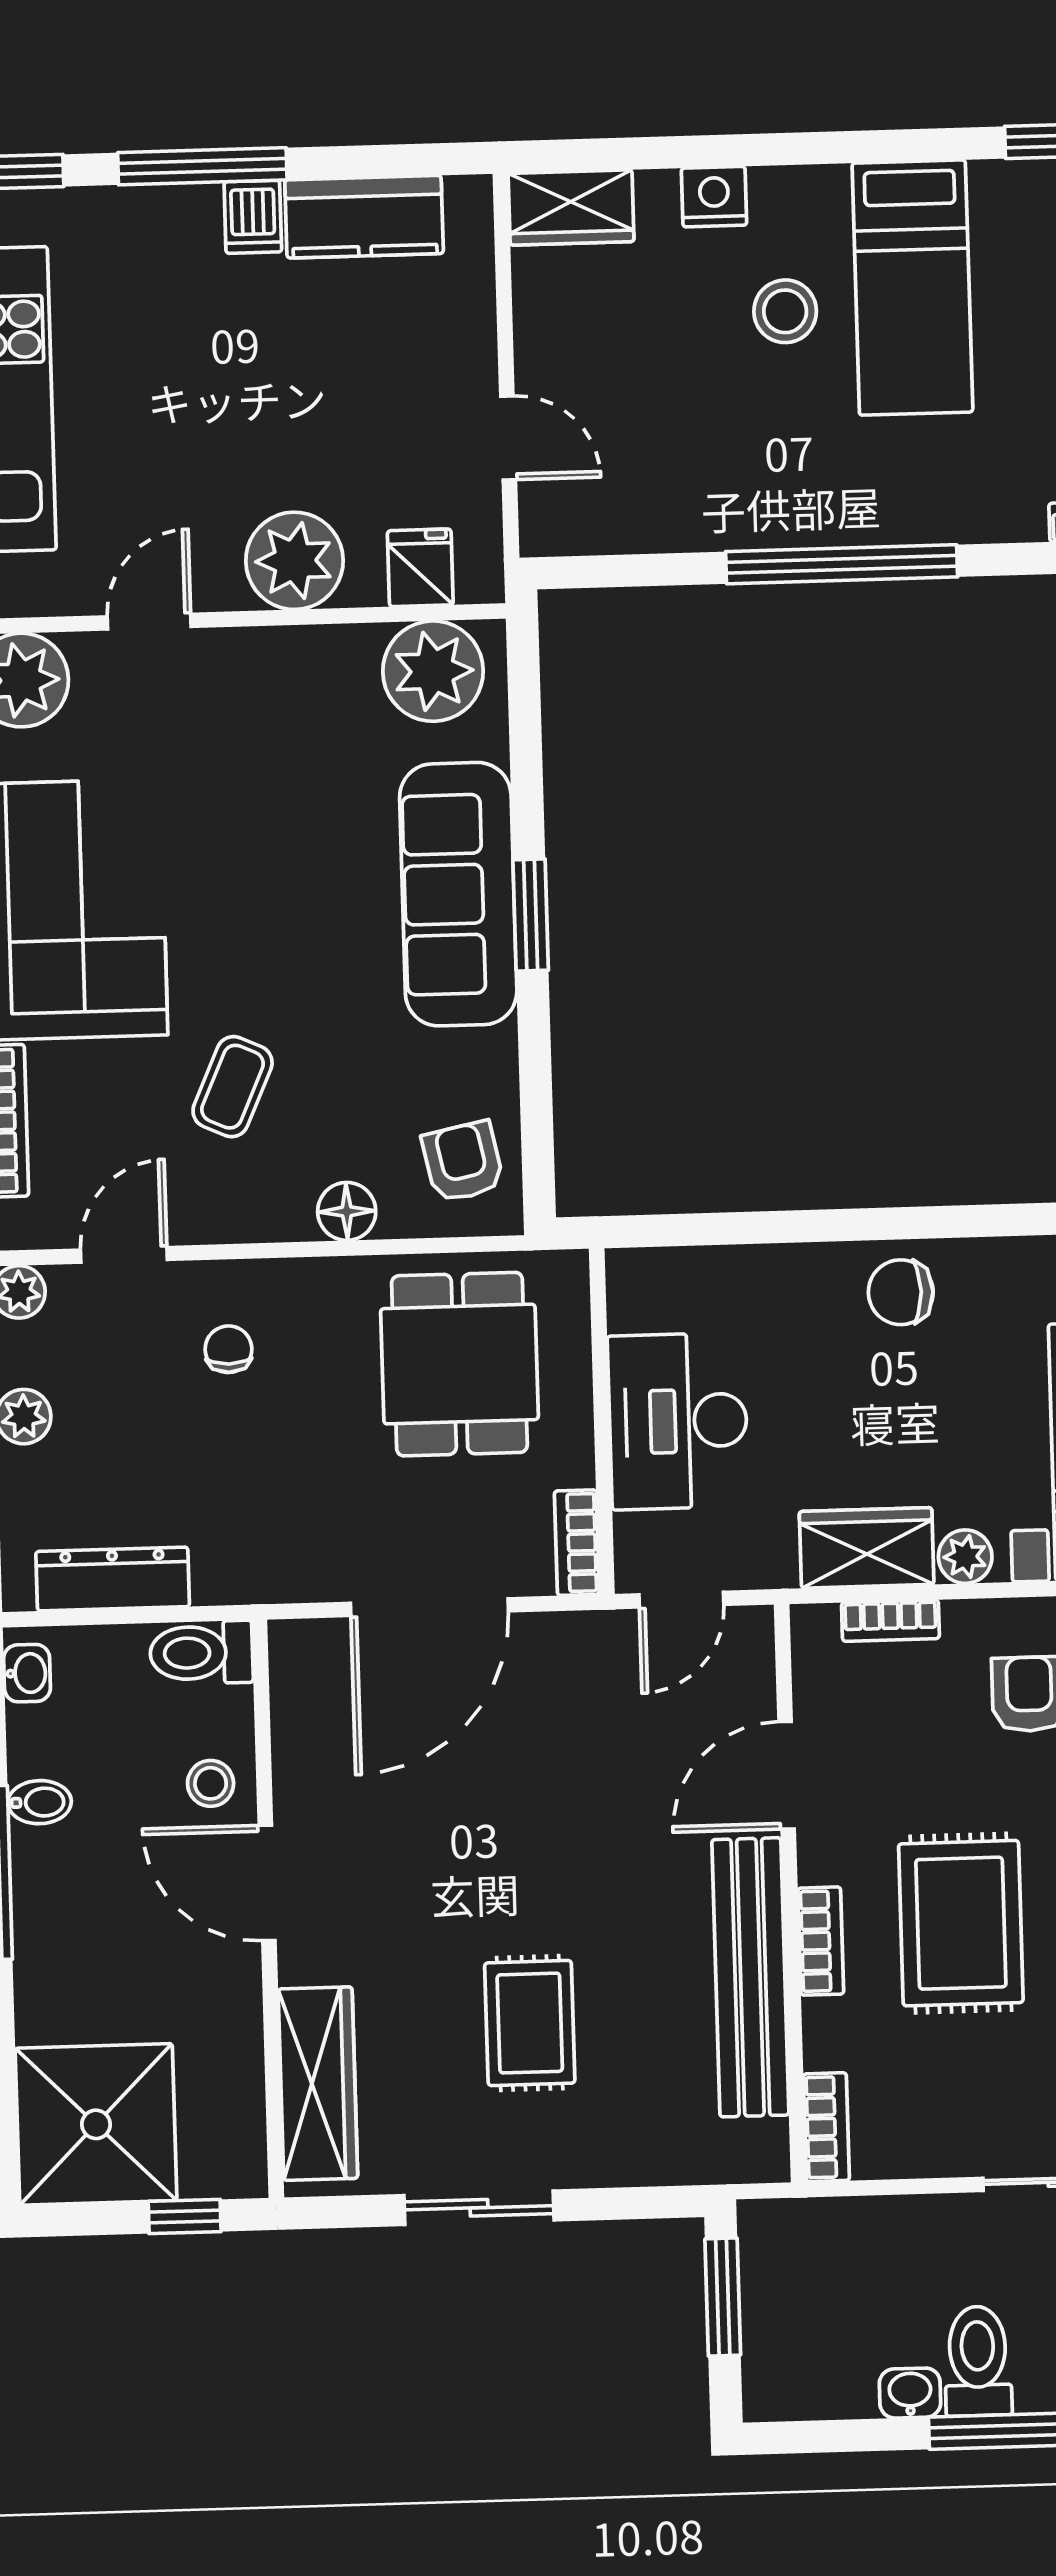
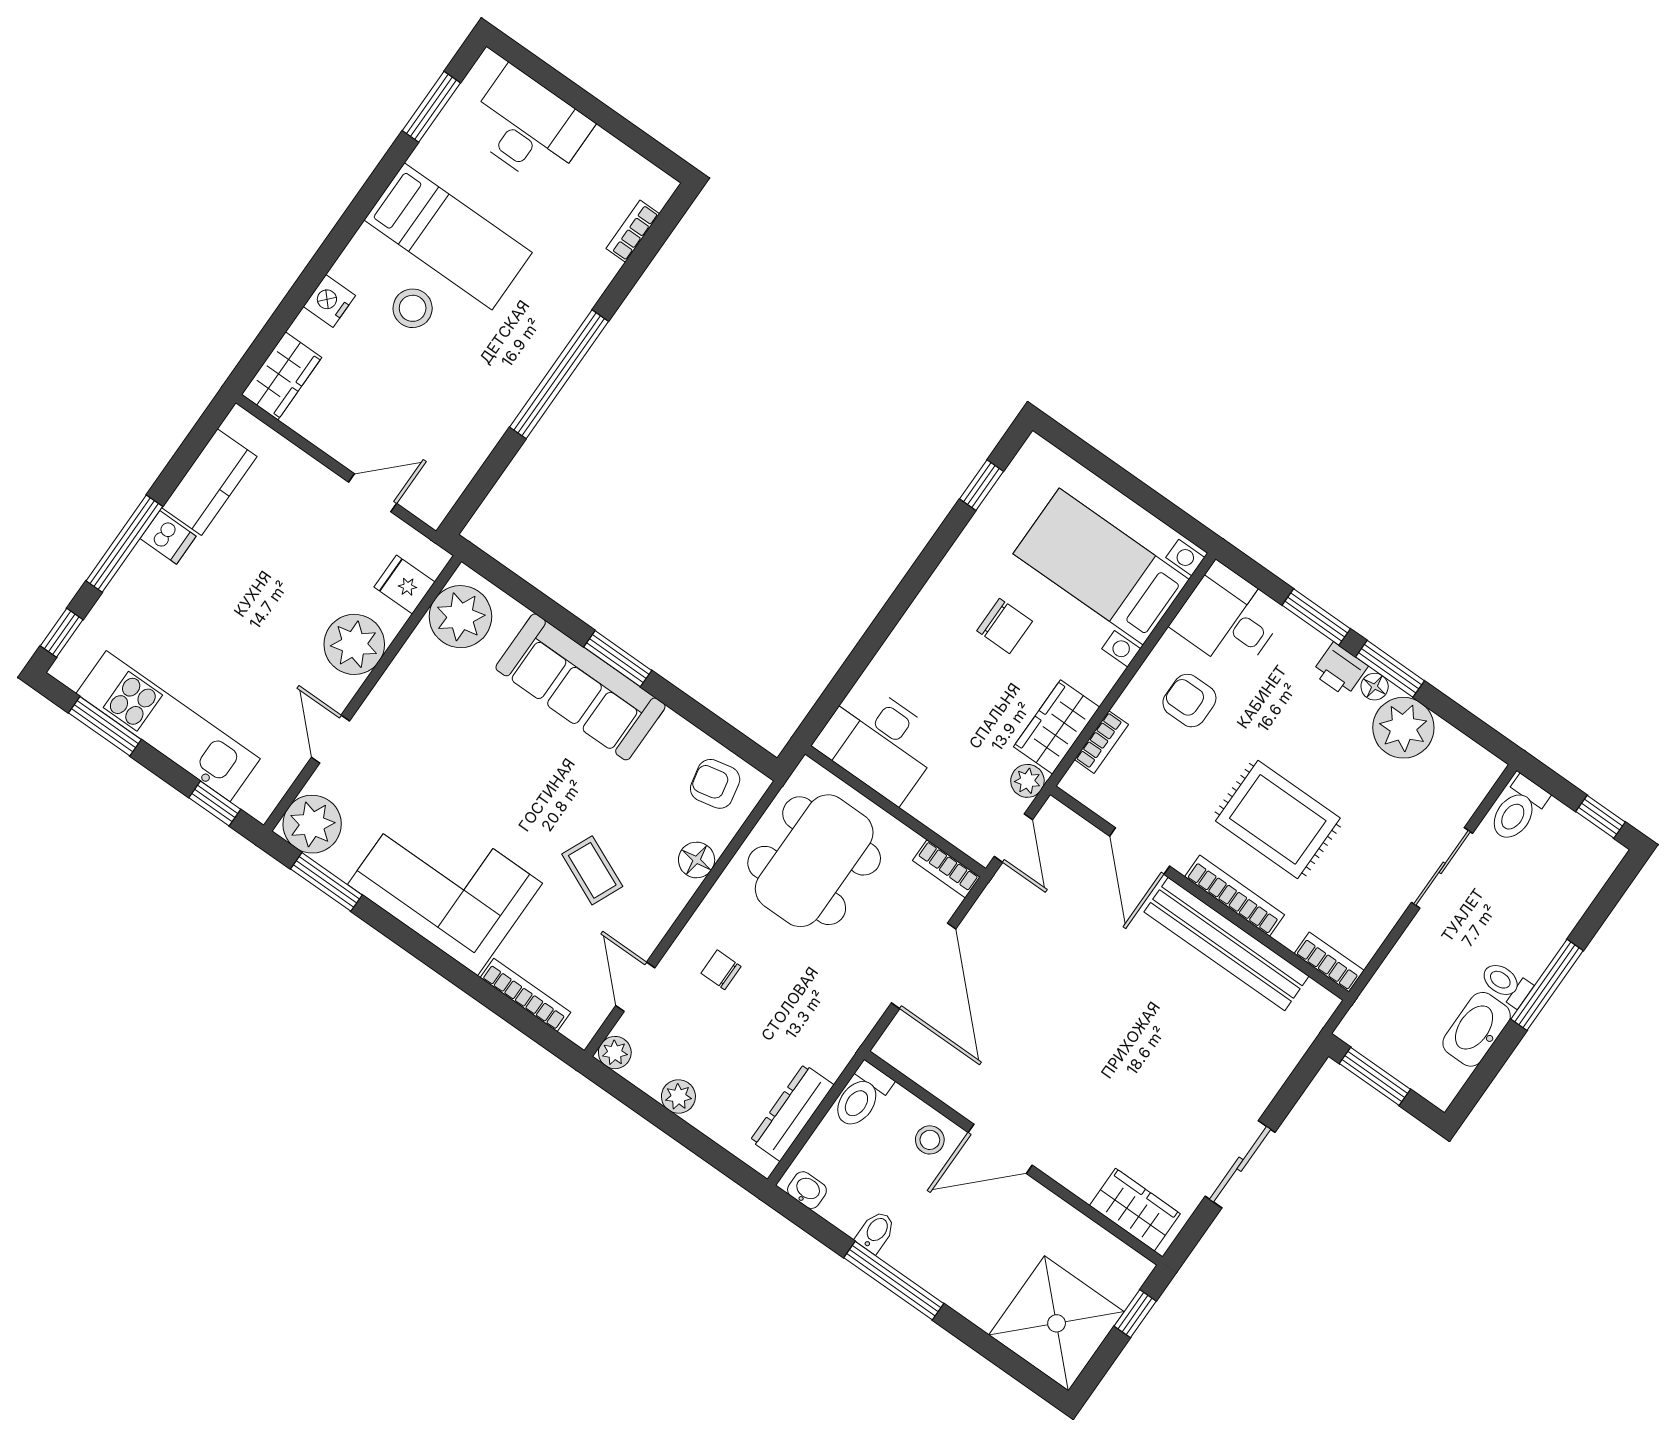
chair: (901, 1292) -> (1005, 626), moved, turned -90
dining table: (459, 1364) -> (814, 861), width x1.37
desk: (678, 1421) -> (879, 742), moved
plant: (965, 1557) -> (1027, 781), moved
bookcase: (821, 1941) -> (1235, 896), width x1.56
rug: (530, 2023) -> (1167, 1070), removed
wardrobe: (318, 2084) -> (1135, 1210), width x0.67
toilet: (978, 2361) -> (1506, 984), width x0.73, depth x0.72
washbasin: (910, 2393) -> (1477, 1029), width x1.91, depth x1.45

